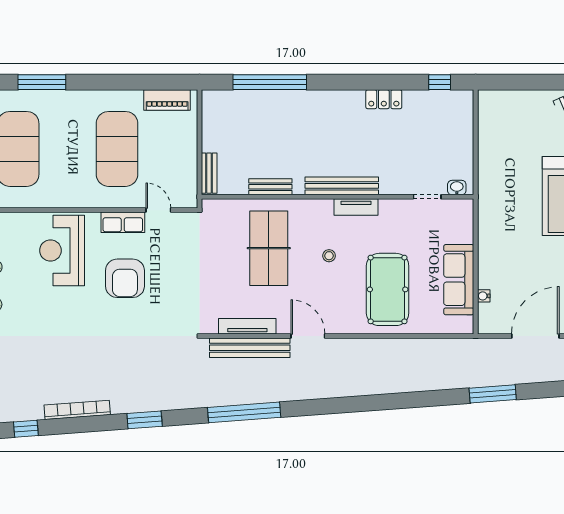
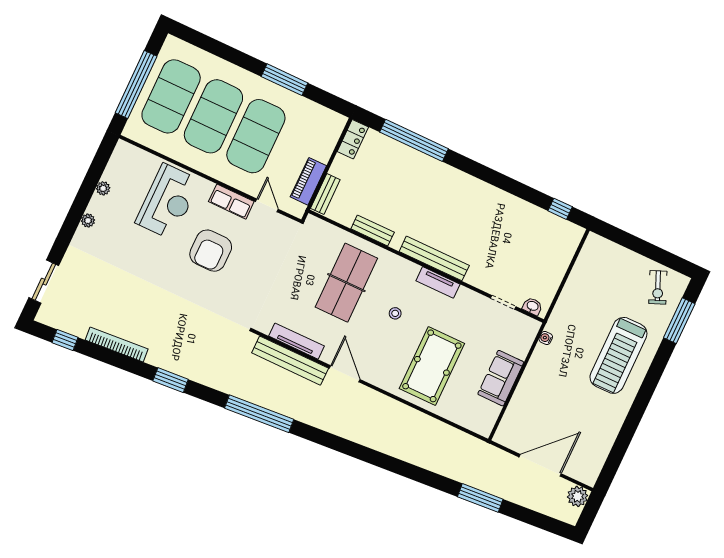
window: (42, 82) -> (284, 80), moved
locker: (384, 99) -> (353, 139), moved, turned -90
piano: (167, 100) -> (308, 181), moved, turned 90
exercise mat: (68, 149) -> (213, 116), added
reception desk: (62, 250) -> (168, 201), turned 180
sofa: (459, 280) -> (501, 378), width x0.73
water cooler: (484, 296) -> (546, 338), moved

